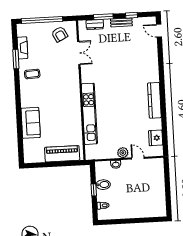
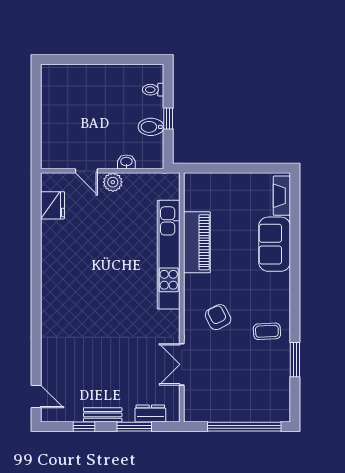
armchair: (60, 34) -> (218, 317), moved
fireplace: (22, 48) -> (282, 196), moved
kitchen counter: (154, 100) -> (51, 272), removed
piano: (62, 154) -> (197, 242), moved, turned -90

